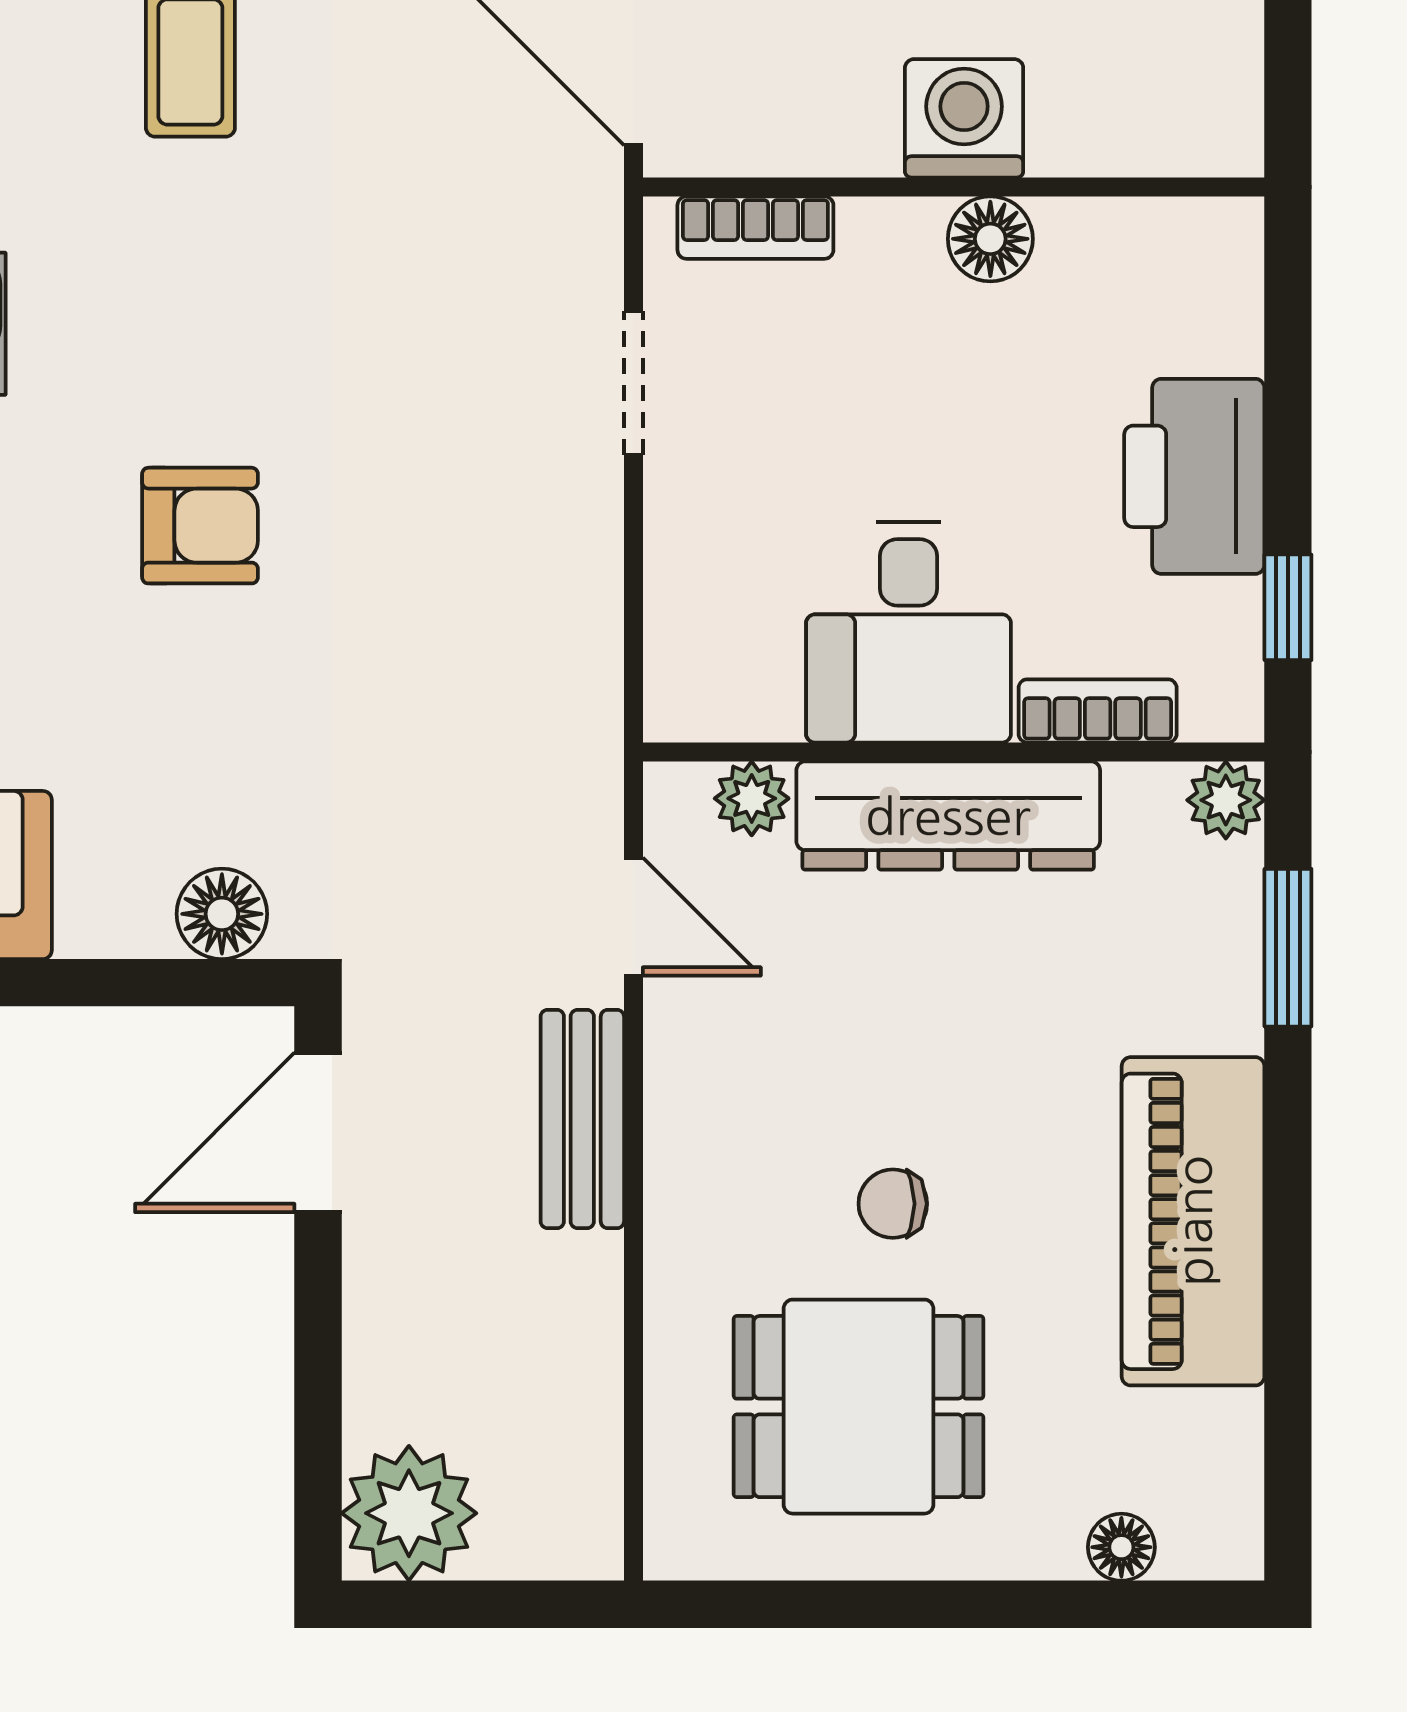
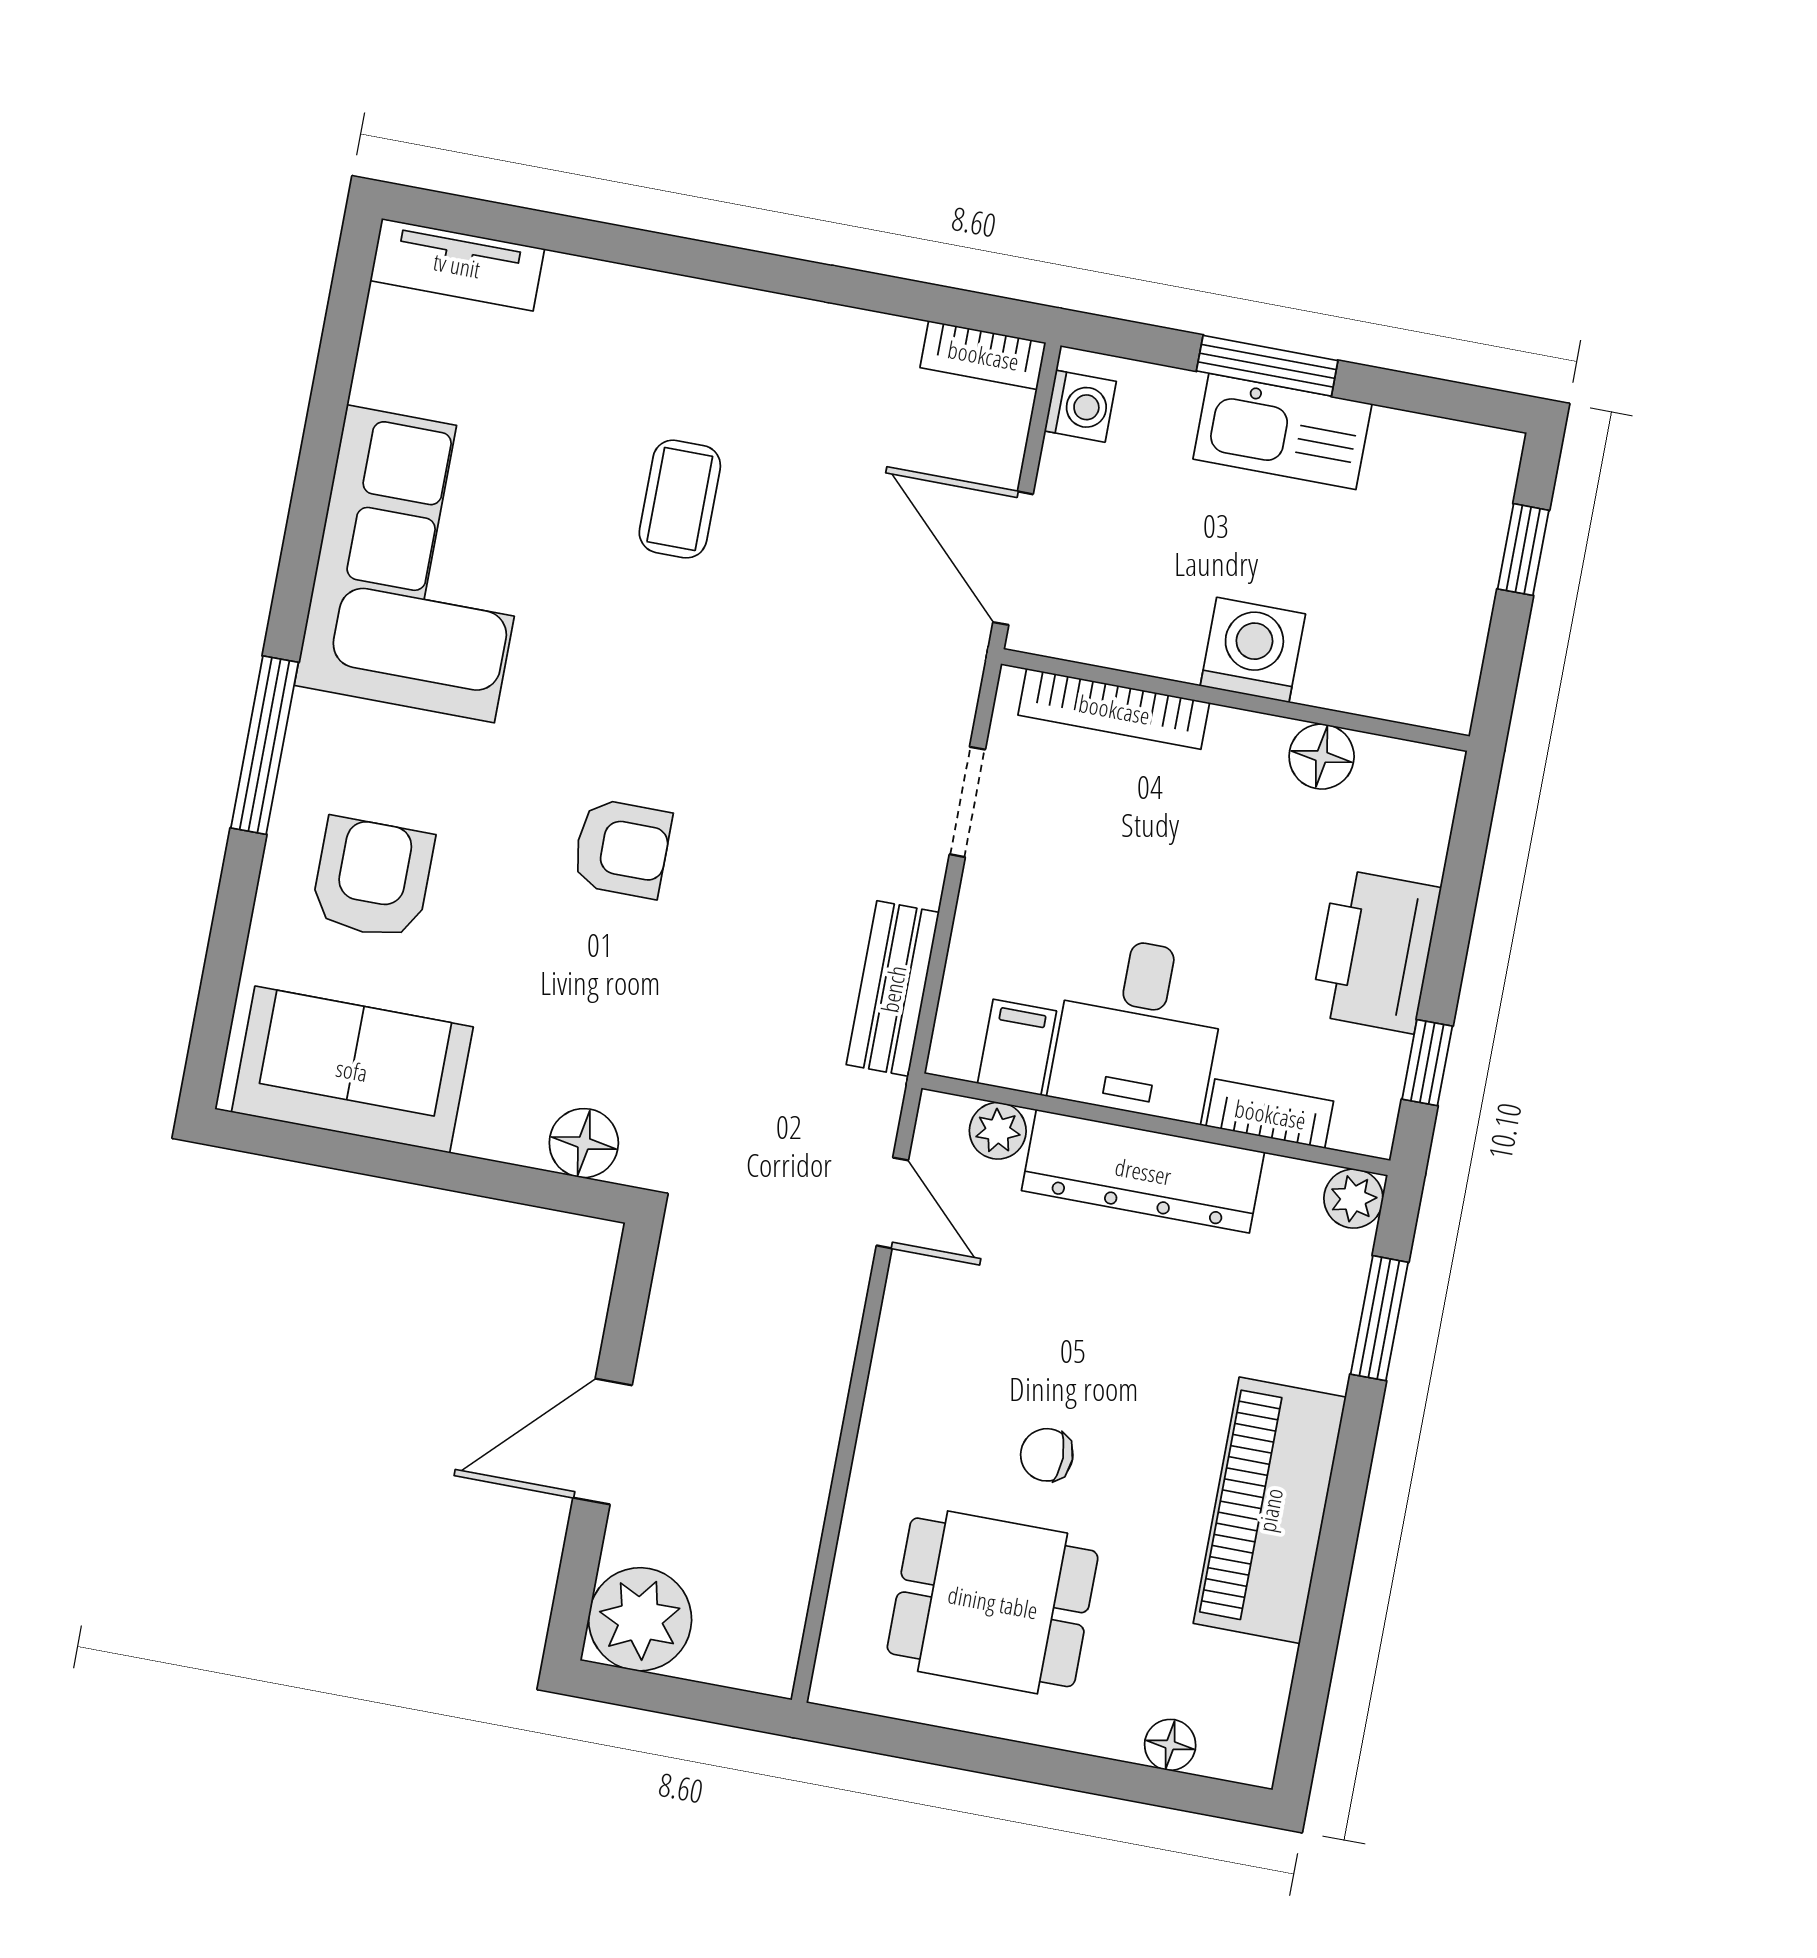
bookcase: (755, 228) -> (1114, 709), width x1.56
floor lamp: (990, 239) -> (1322, 757), moved
filing cabinet: (756, 686) -> (1017, 1047), added
bench: (582, 1119) -> (893, 989), moved
door: (318, 1132) -> (603, 1441), moved

